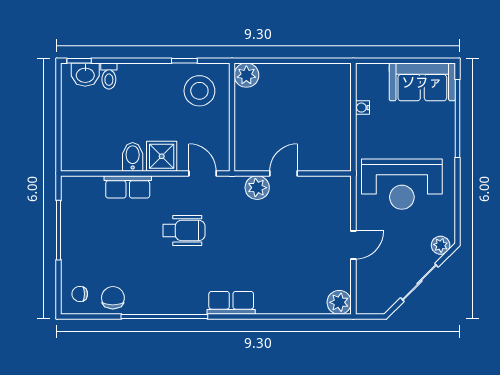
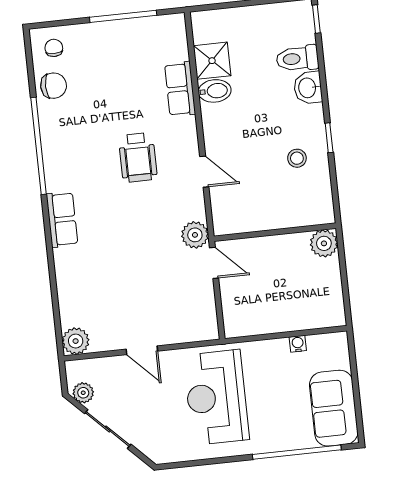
washbasin: (85, 75) -> (308, 88), moved
plant: (246, 75) -> (324, 243), moved
toilet: (109, 76) -> (297, 58), width x1.37, depth x1.39
stool: (199, 91) -> (297, 158), width x0.53, depth x0.53
wall: (232, 117) -> (275, 232), moved
shower: (162, 156) -> (212, 61), moved
door: (203, 173) -> (204, 172), hinge flipped
plant: (441, 245) -> (83, 393), moved

